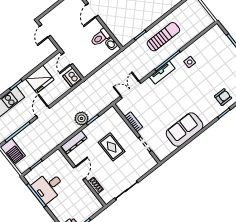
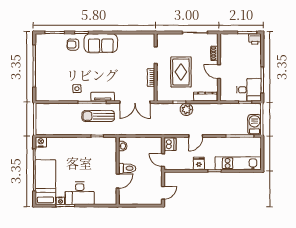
toilet: (100, 37) -> (127, 168), moved
sun lounger: (163, 37) -> (98, 116), moved
door: (67, 59) -> (163, 160), swing flipped
fridge: (40, 79) -> (199, 163), width x0.53, depth x0.75
double door: (131, 90) -> (135, 102), width x1.37
door: (43, 112) -> (196, 136), moved
sofa: (185, 130) -> (101, 43), moved
rug: (112, 147) -> (181, 72), width x1.36, depth x1.43
door: (79, 173) -> (219, 72), hinge flipped
desk: (48, 187) -> (249, 90), moved

